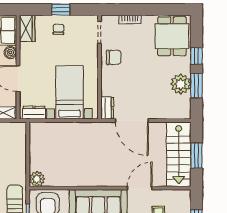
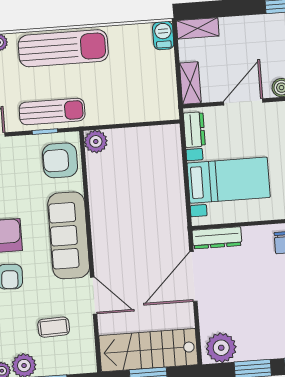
plant: (181, 84) -> (221, 348), moved
dresser: (107, 108) -> (217, 238), width x1.44

